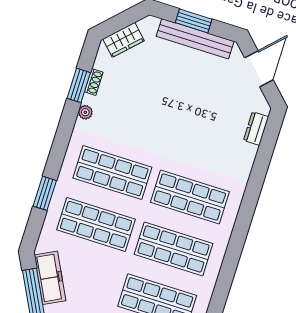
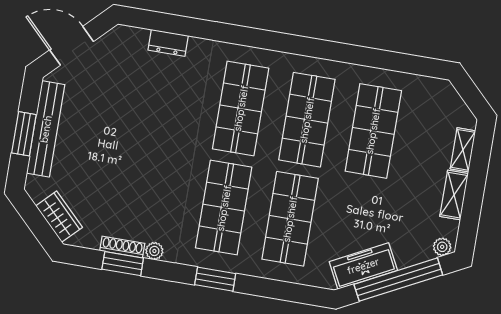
shoe rack: (94, 82) -> (122, 247), width x1.43
dresser: (256, 128) -> (168, 43), moved
window: (45, 193) -> (215, 279), moved

